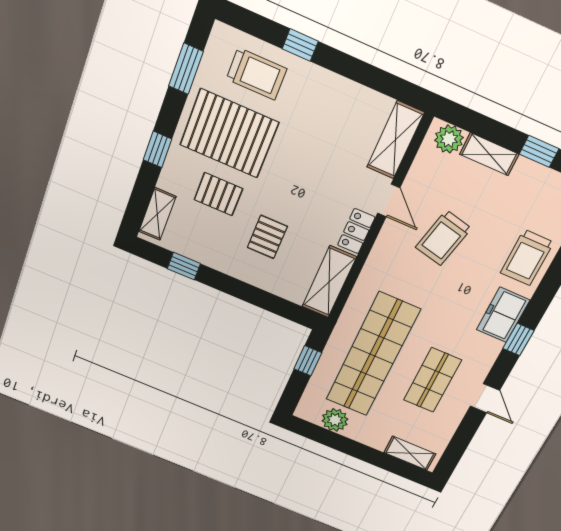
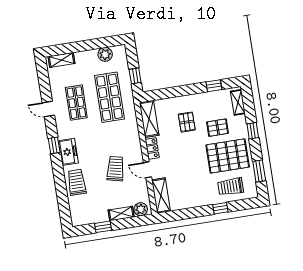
shop shelf: (372, 355) -> (109, 97), width x0.71

